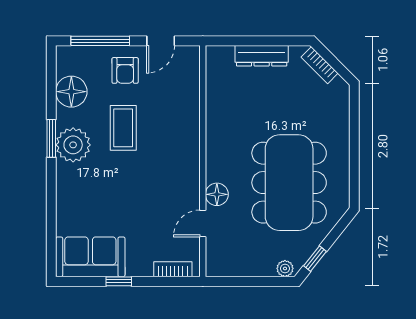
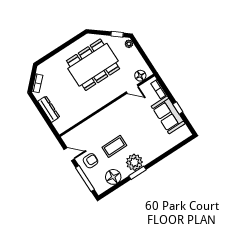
floor lamp: (217, 194) -> (140, 76), moved
sofa: (90, 257) -> (168, 115), moved

